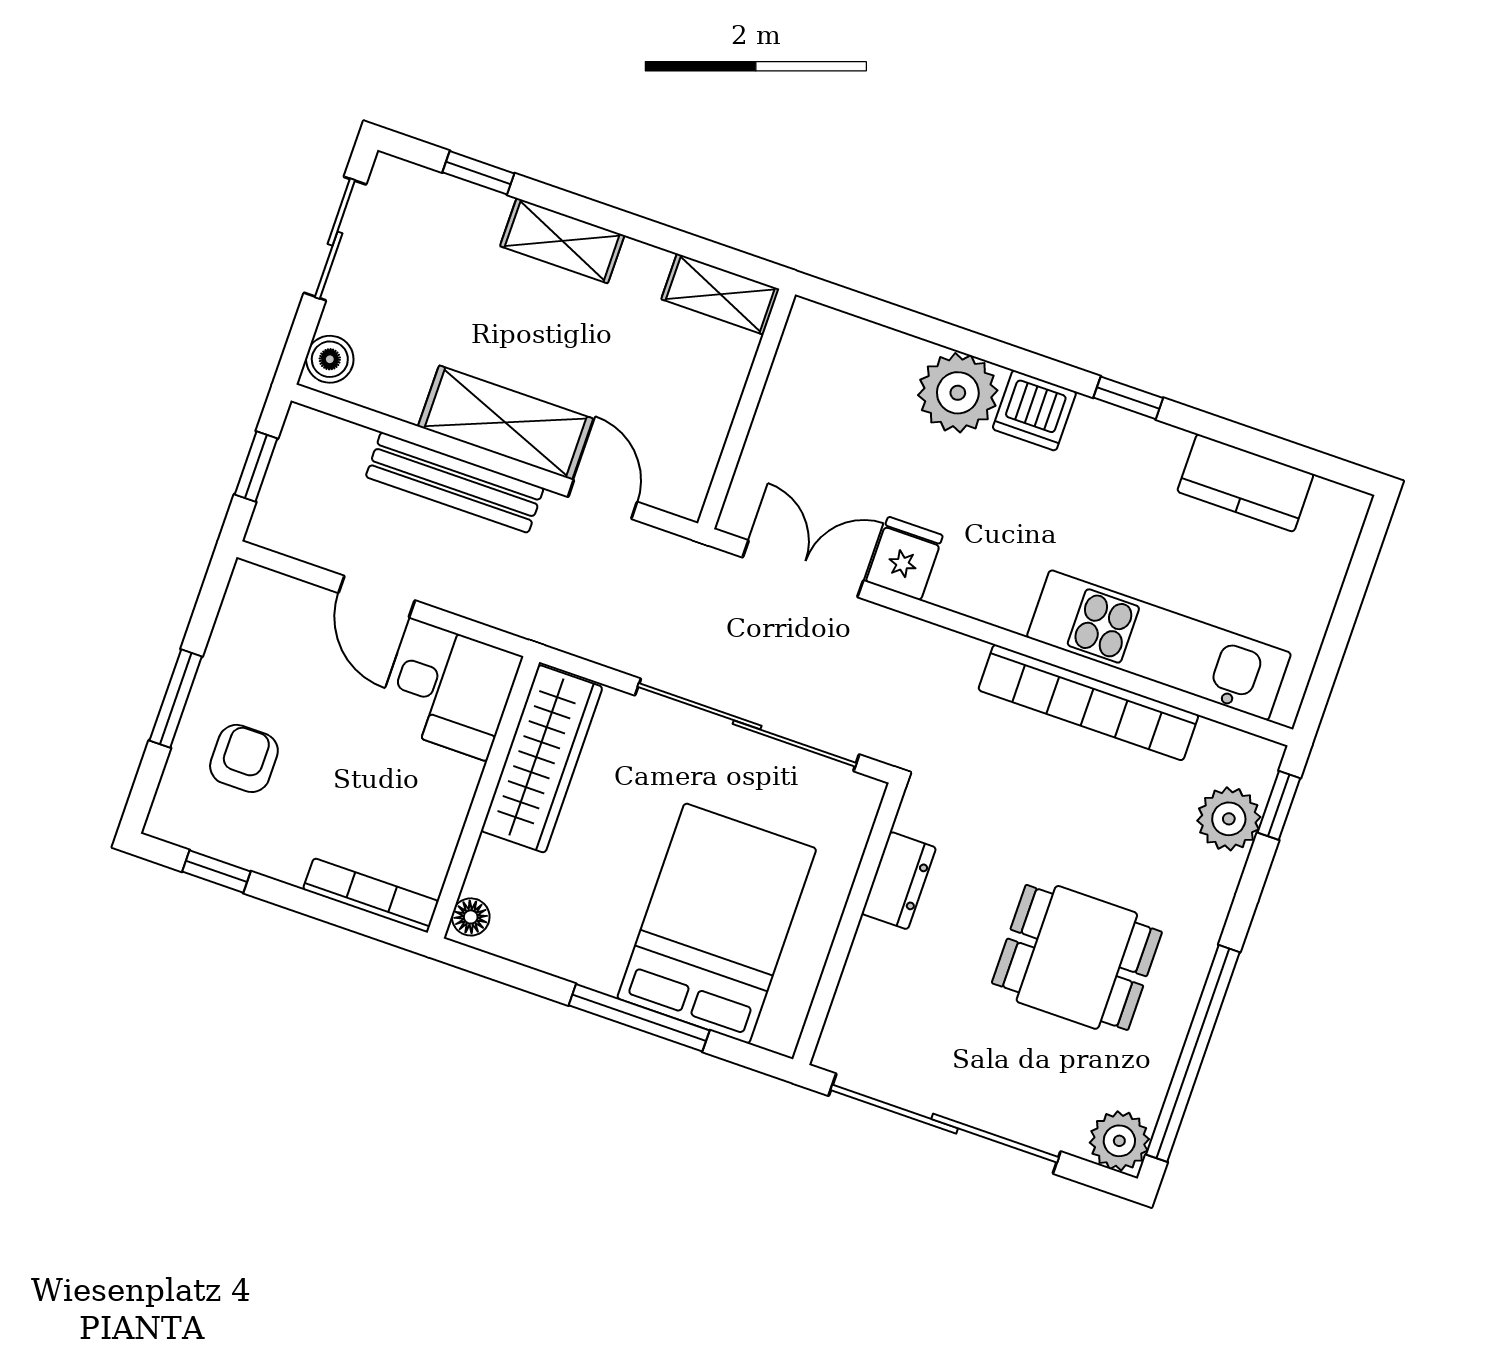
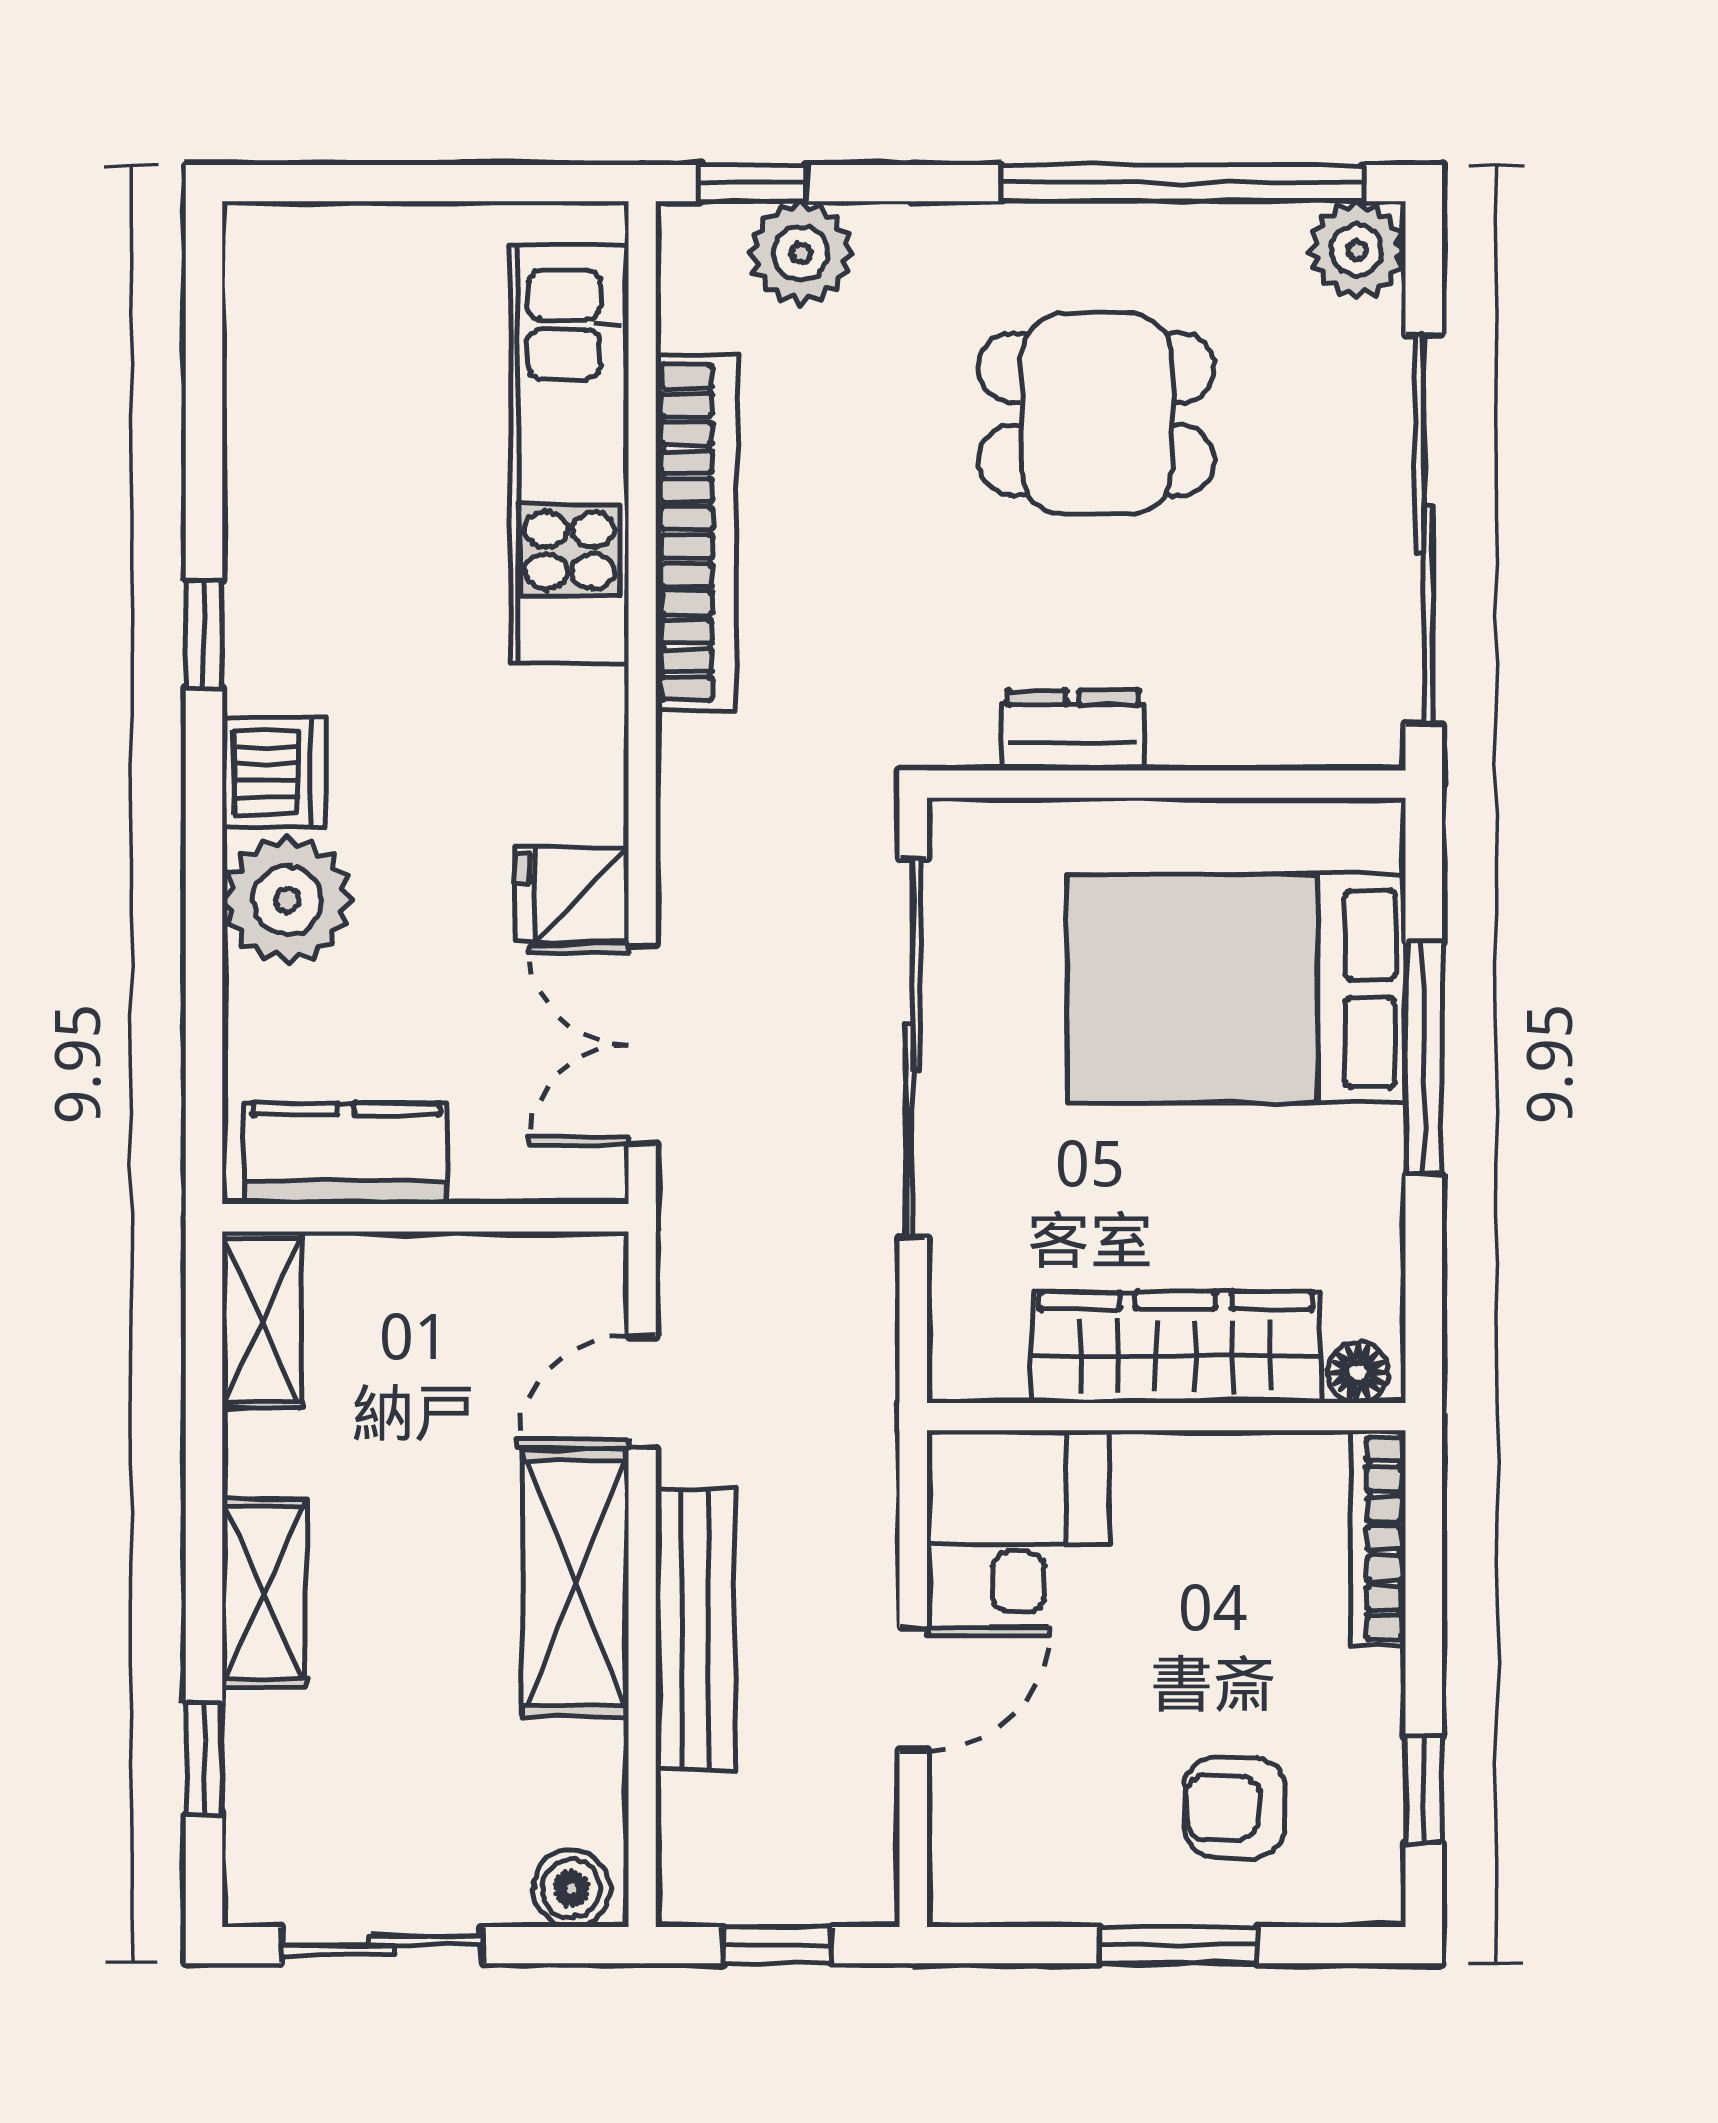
kitchen counter: (1245, 483) -> (346, 1154), moved, turned -90
wardrobe: (542, 759) -> (1176, 1347), moved
dining table: (1077, 957) -> (1096, 414), turned 90

